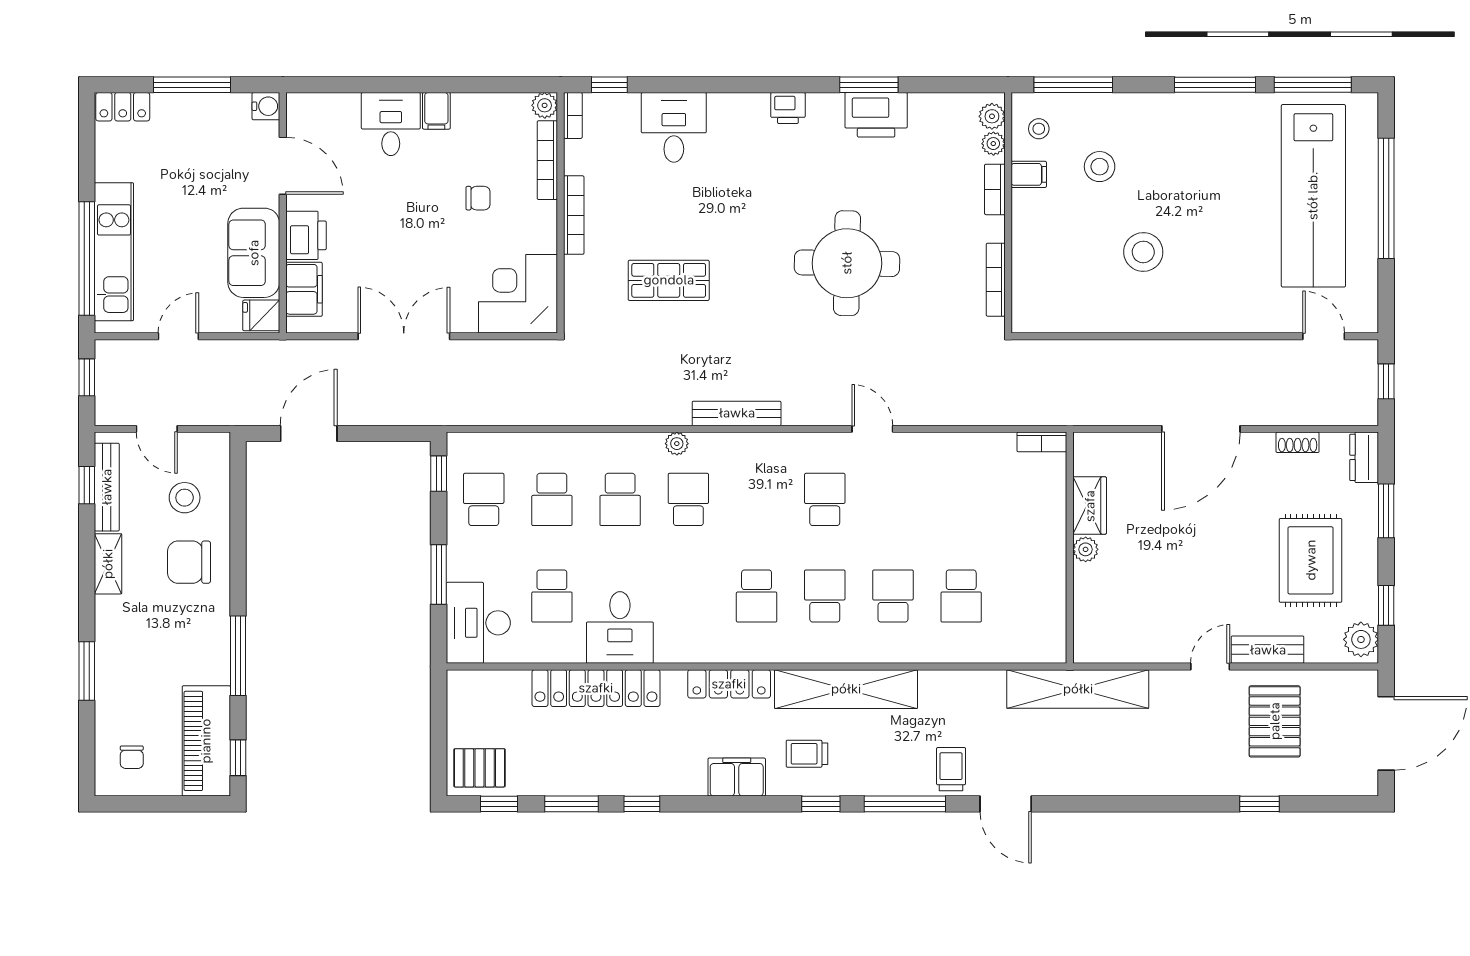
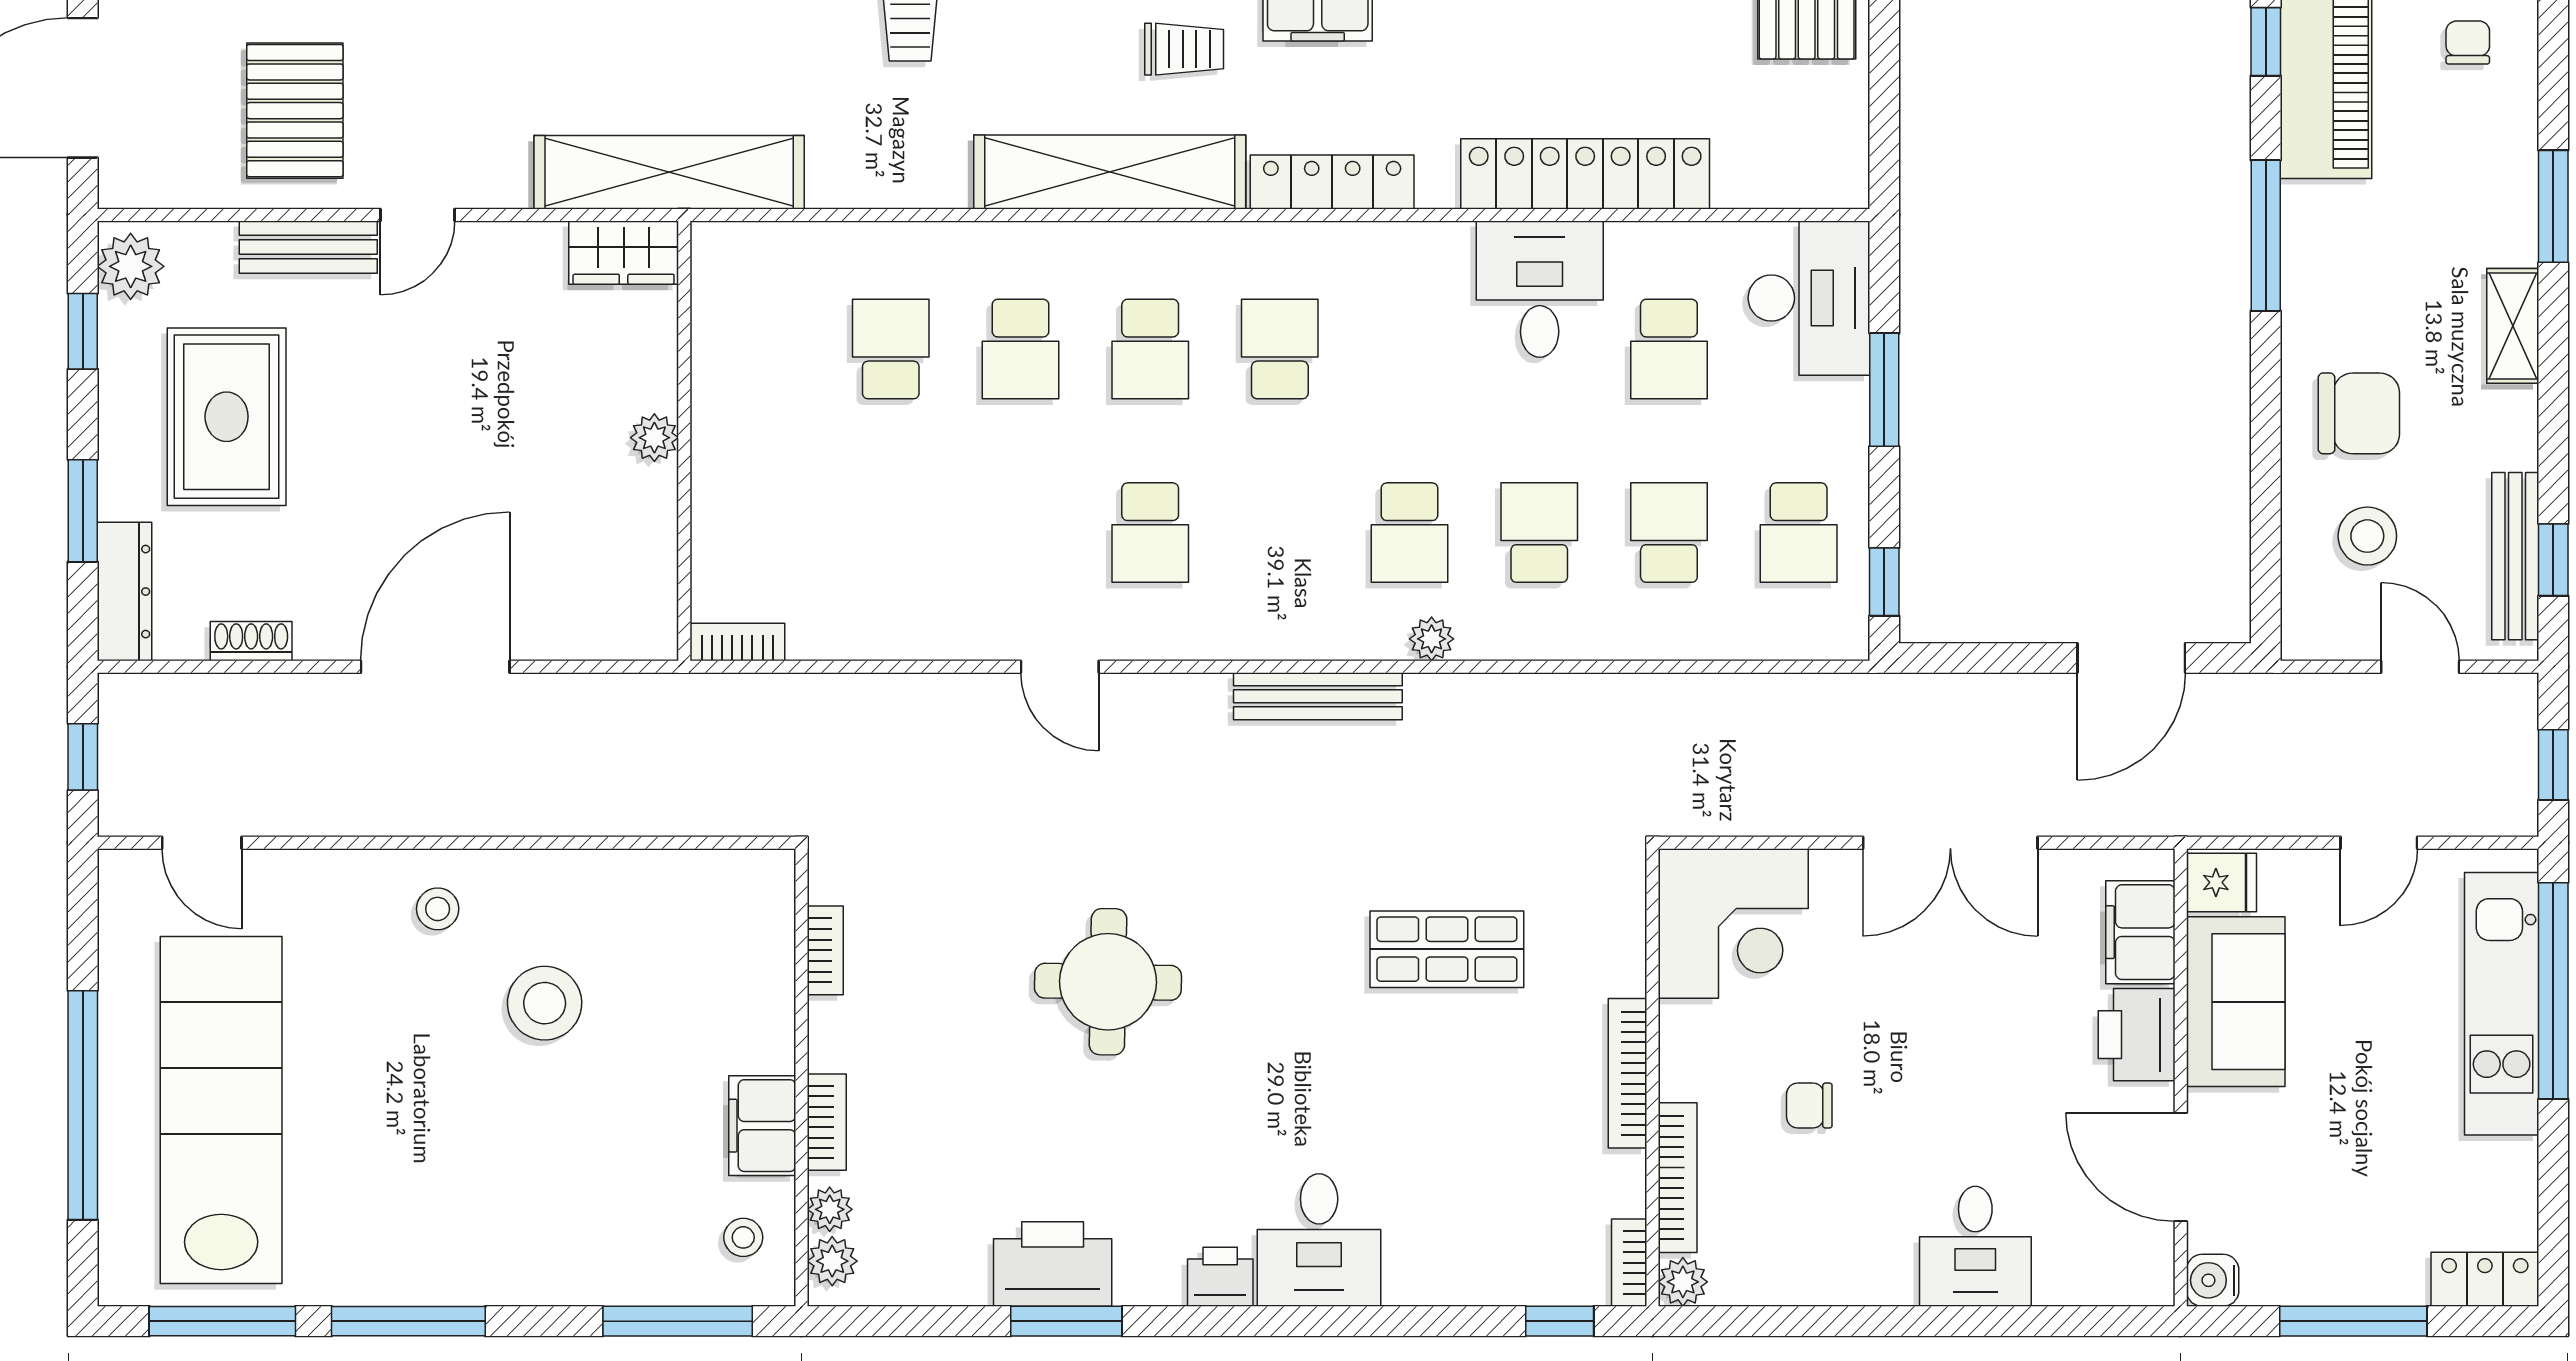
filing cabinet: (436, 111) -> (1889, 1271), removed
desk: (674, 127) -> (1319, 1240), moved
stool: (1100, 167) -> (438, 909), moved, width x0.73, depth x0.73
filing cabinet: (1029, 174) -> (762, 1126), width x2.00
round table: (847, 263) -> (1108, 982), width x0.73, depth x0.73
bookcase: (996, 280) -> (825, 950), width x0.64
dresser: (1364, 457) -> (124, 592), width x1.44
wardrobe: (1090, 506) -> (624, 253), moved, turned -90
shelving: (108, 564) -> (2513, 326), moved
school desk: (552, 596) -> (1669, 349), turned 180

